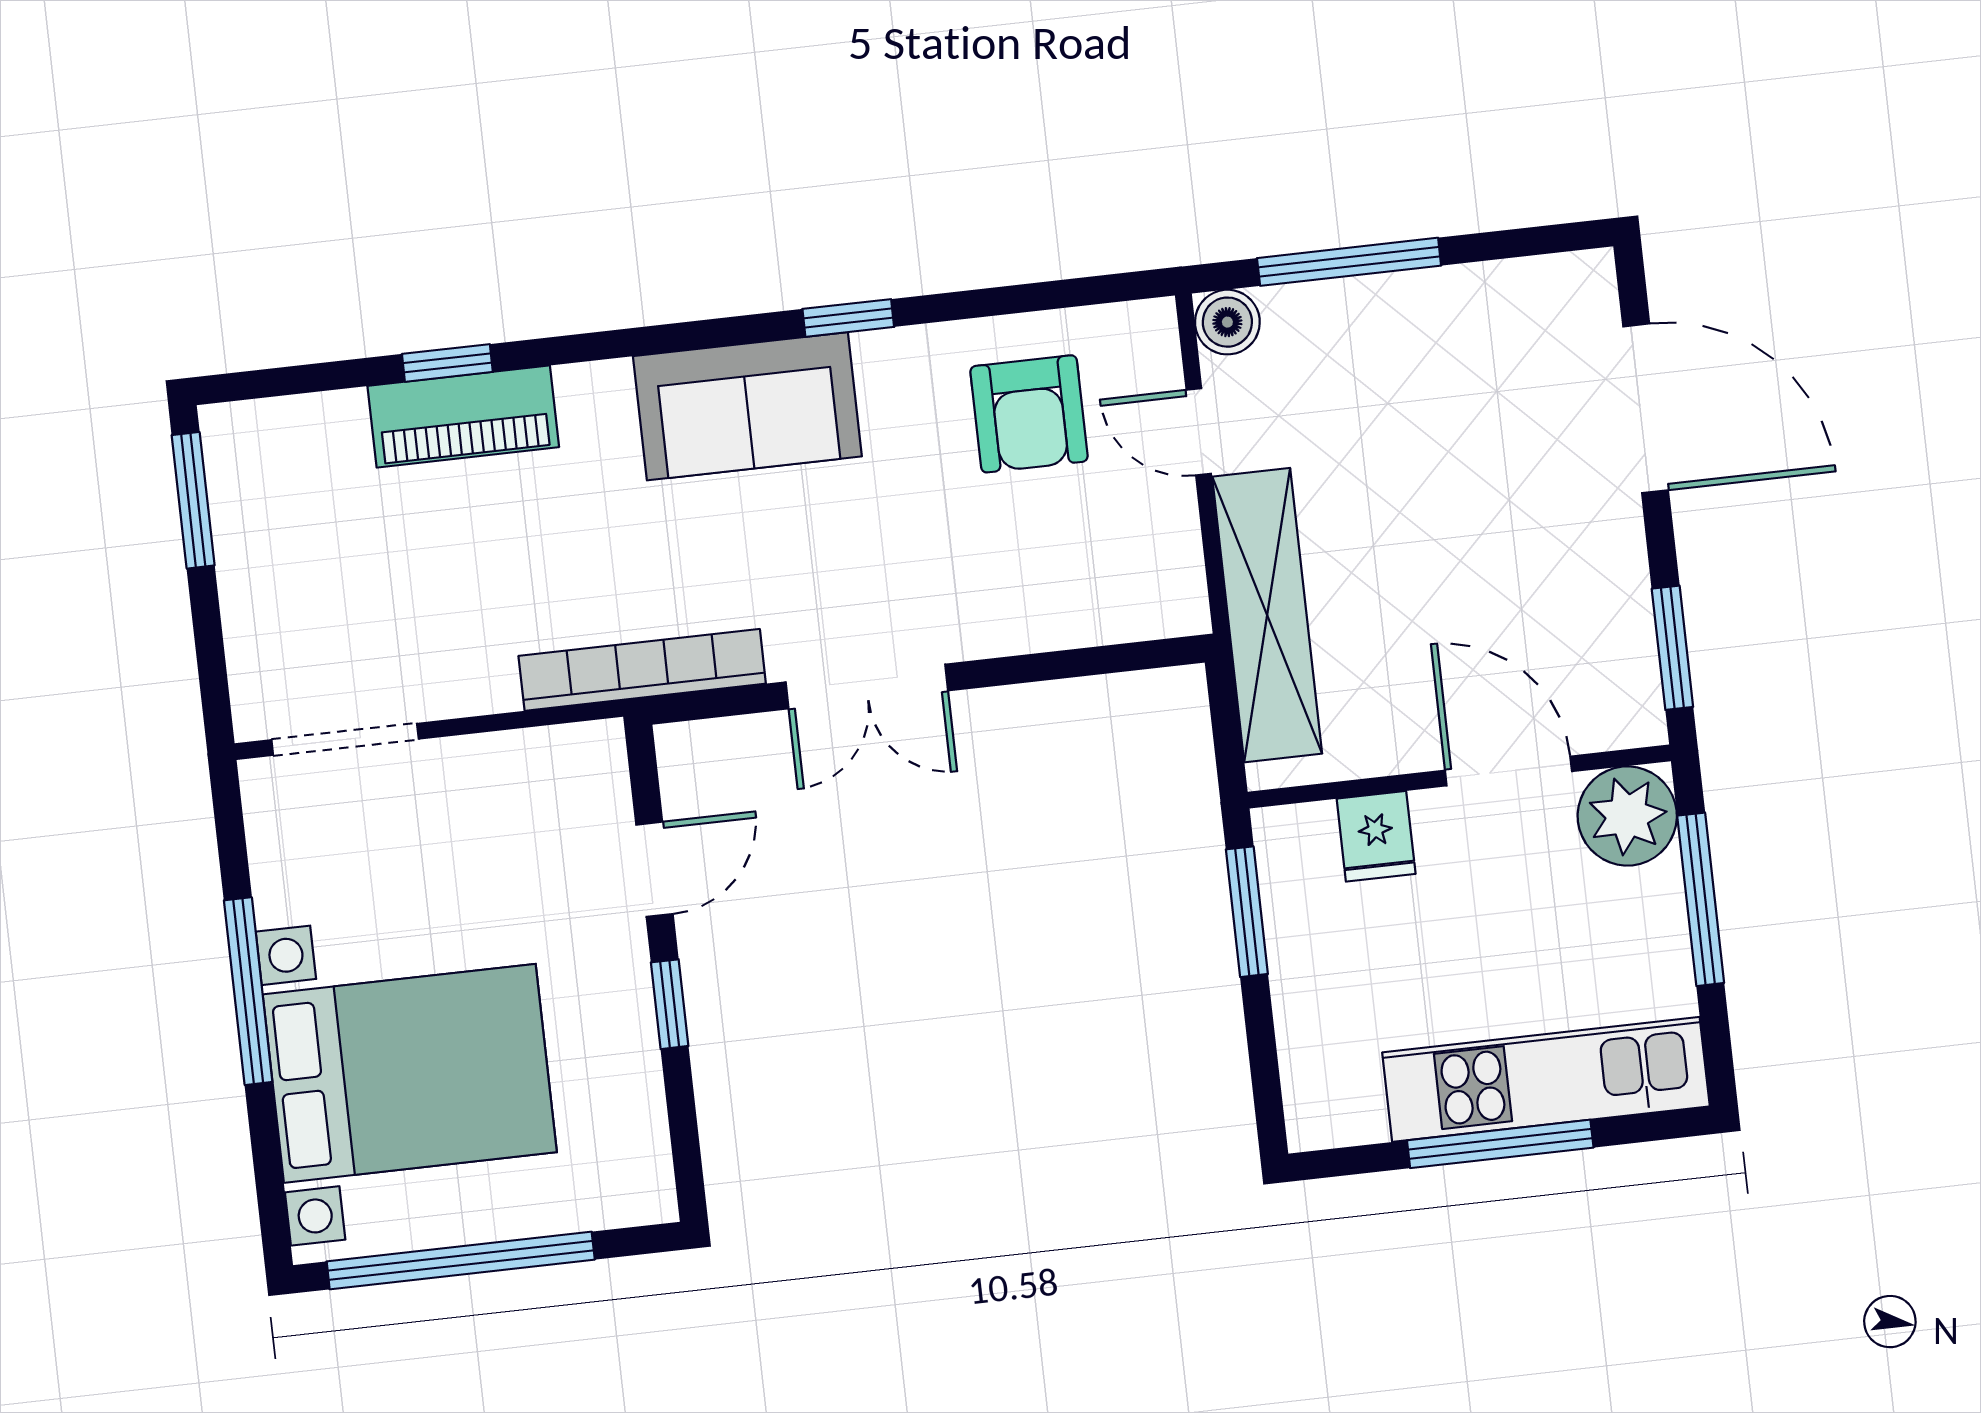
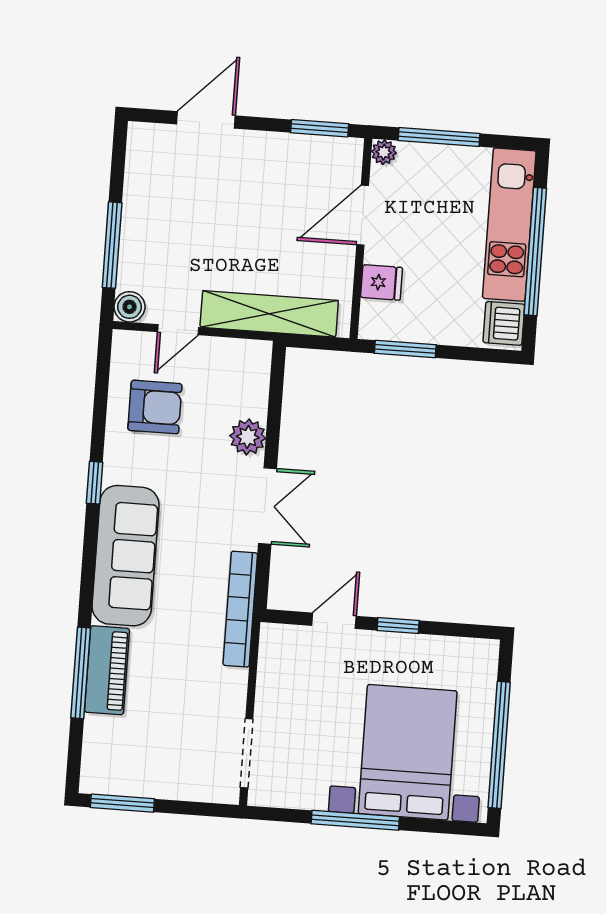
window: (447, 363) -> (81, 673), width x2.17
sofa: (747, 406) -> (126, 556), width x1.36
door: (1646, 408) -> (206, 120), width x0.73
plant: (1003, 618) -> (248, 437), added
plant: (1627, 816) -> (384, 152), width x0.53, depth x0.53
door: (654, 869) -> (334, 621), hinge flipped
dishwasher: (1338, 1107) -> (504, 323), added
window: (1500, 1144) -> (535, 251), width x1.46

